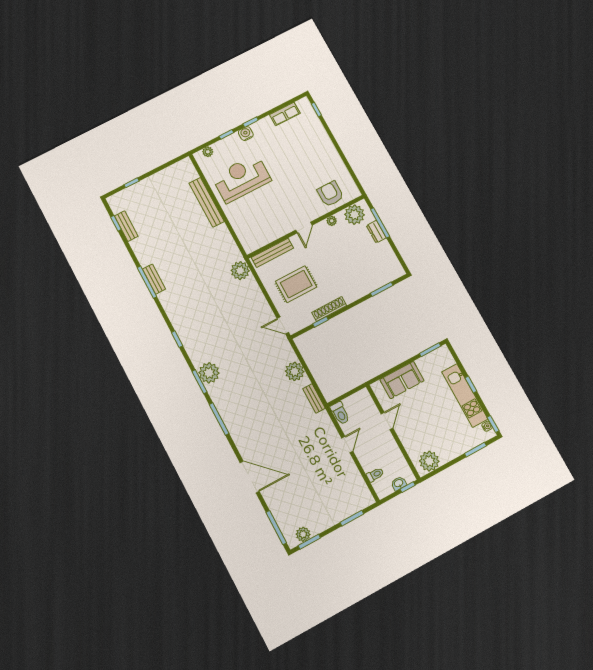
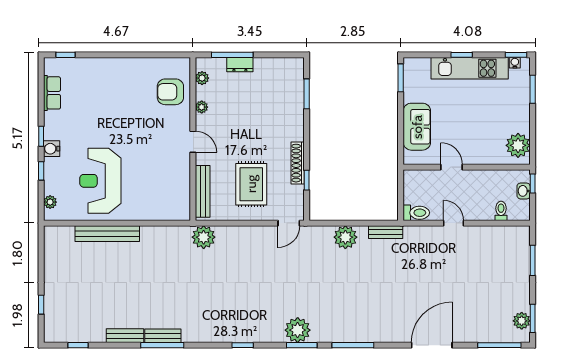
plant: (354, 215) -> (202, 78), width x0.53, depth x0.53
bench: (126, 226) -> (125, 336), moved

